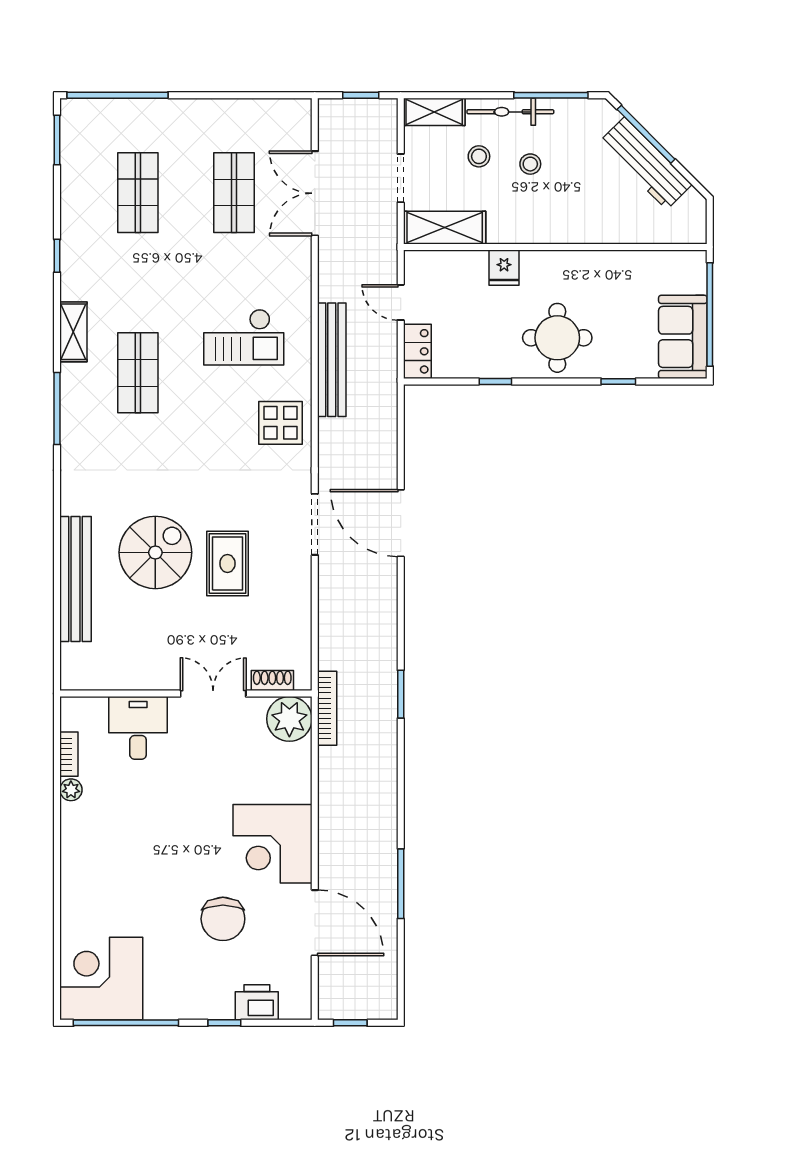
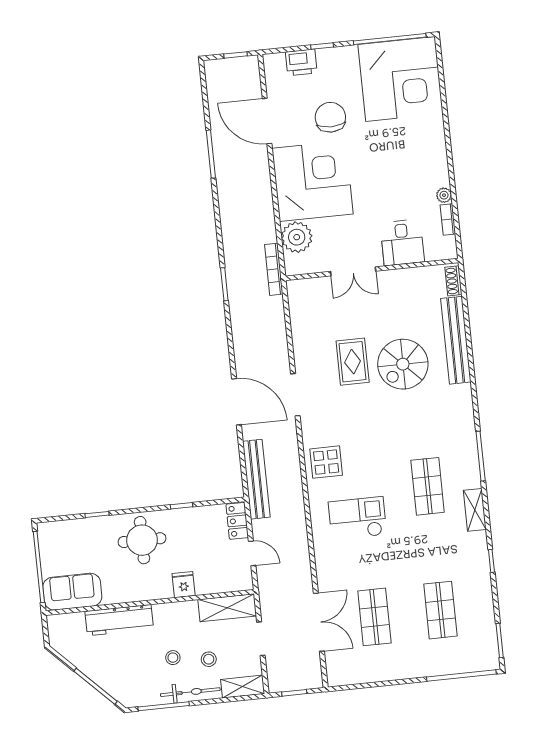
workbench: (645, 163) -> (119, 620), moved, turned 135
sofa: (683, 337) -> (72, 592), moved, turned -90
bench: (332, 360) -> (256, 479), moved
shoe rack: (272, 680) -> (453, 281), moved, turned 90
plant: (289, 719) -> (297, 237), moved
corner desk: (272, 844) -> (312, 181), width x1.36, depth x1.36
corner desk: (101, 979) -> (401, 79), width x1.36, depth x1.36

